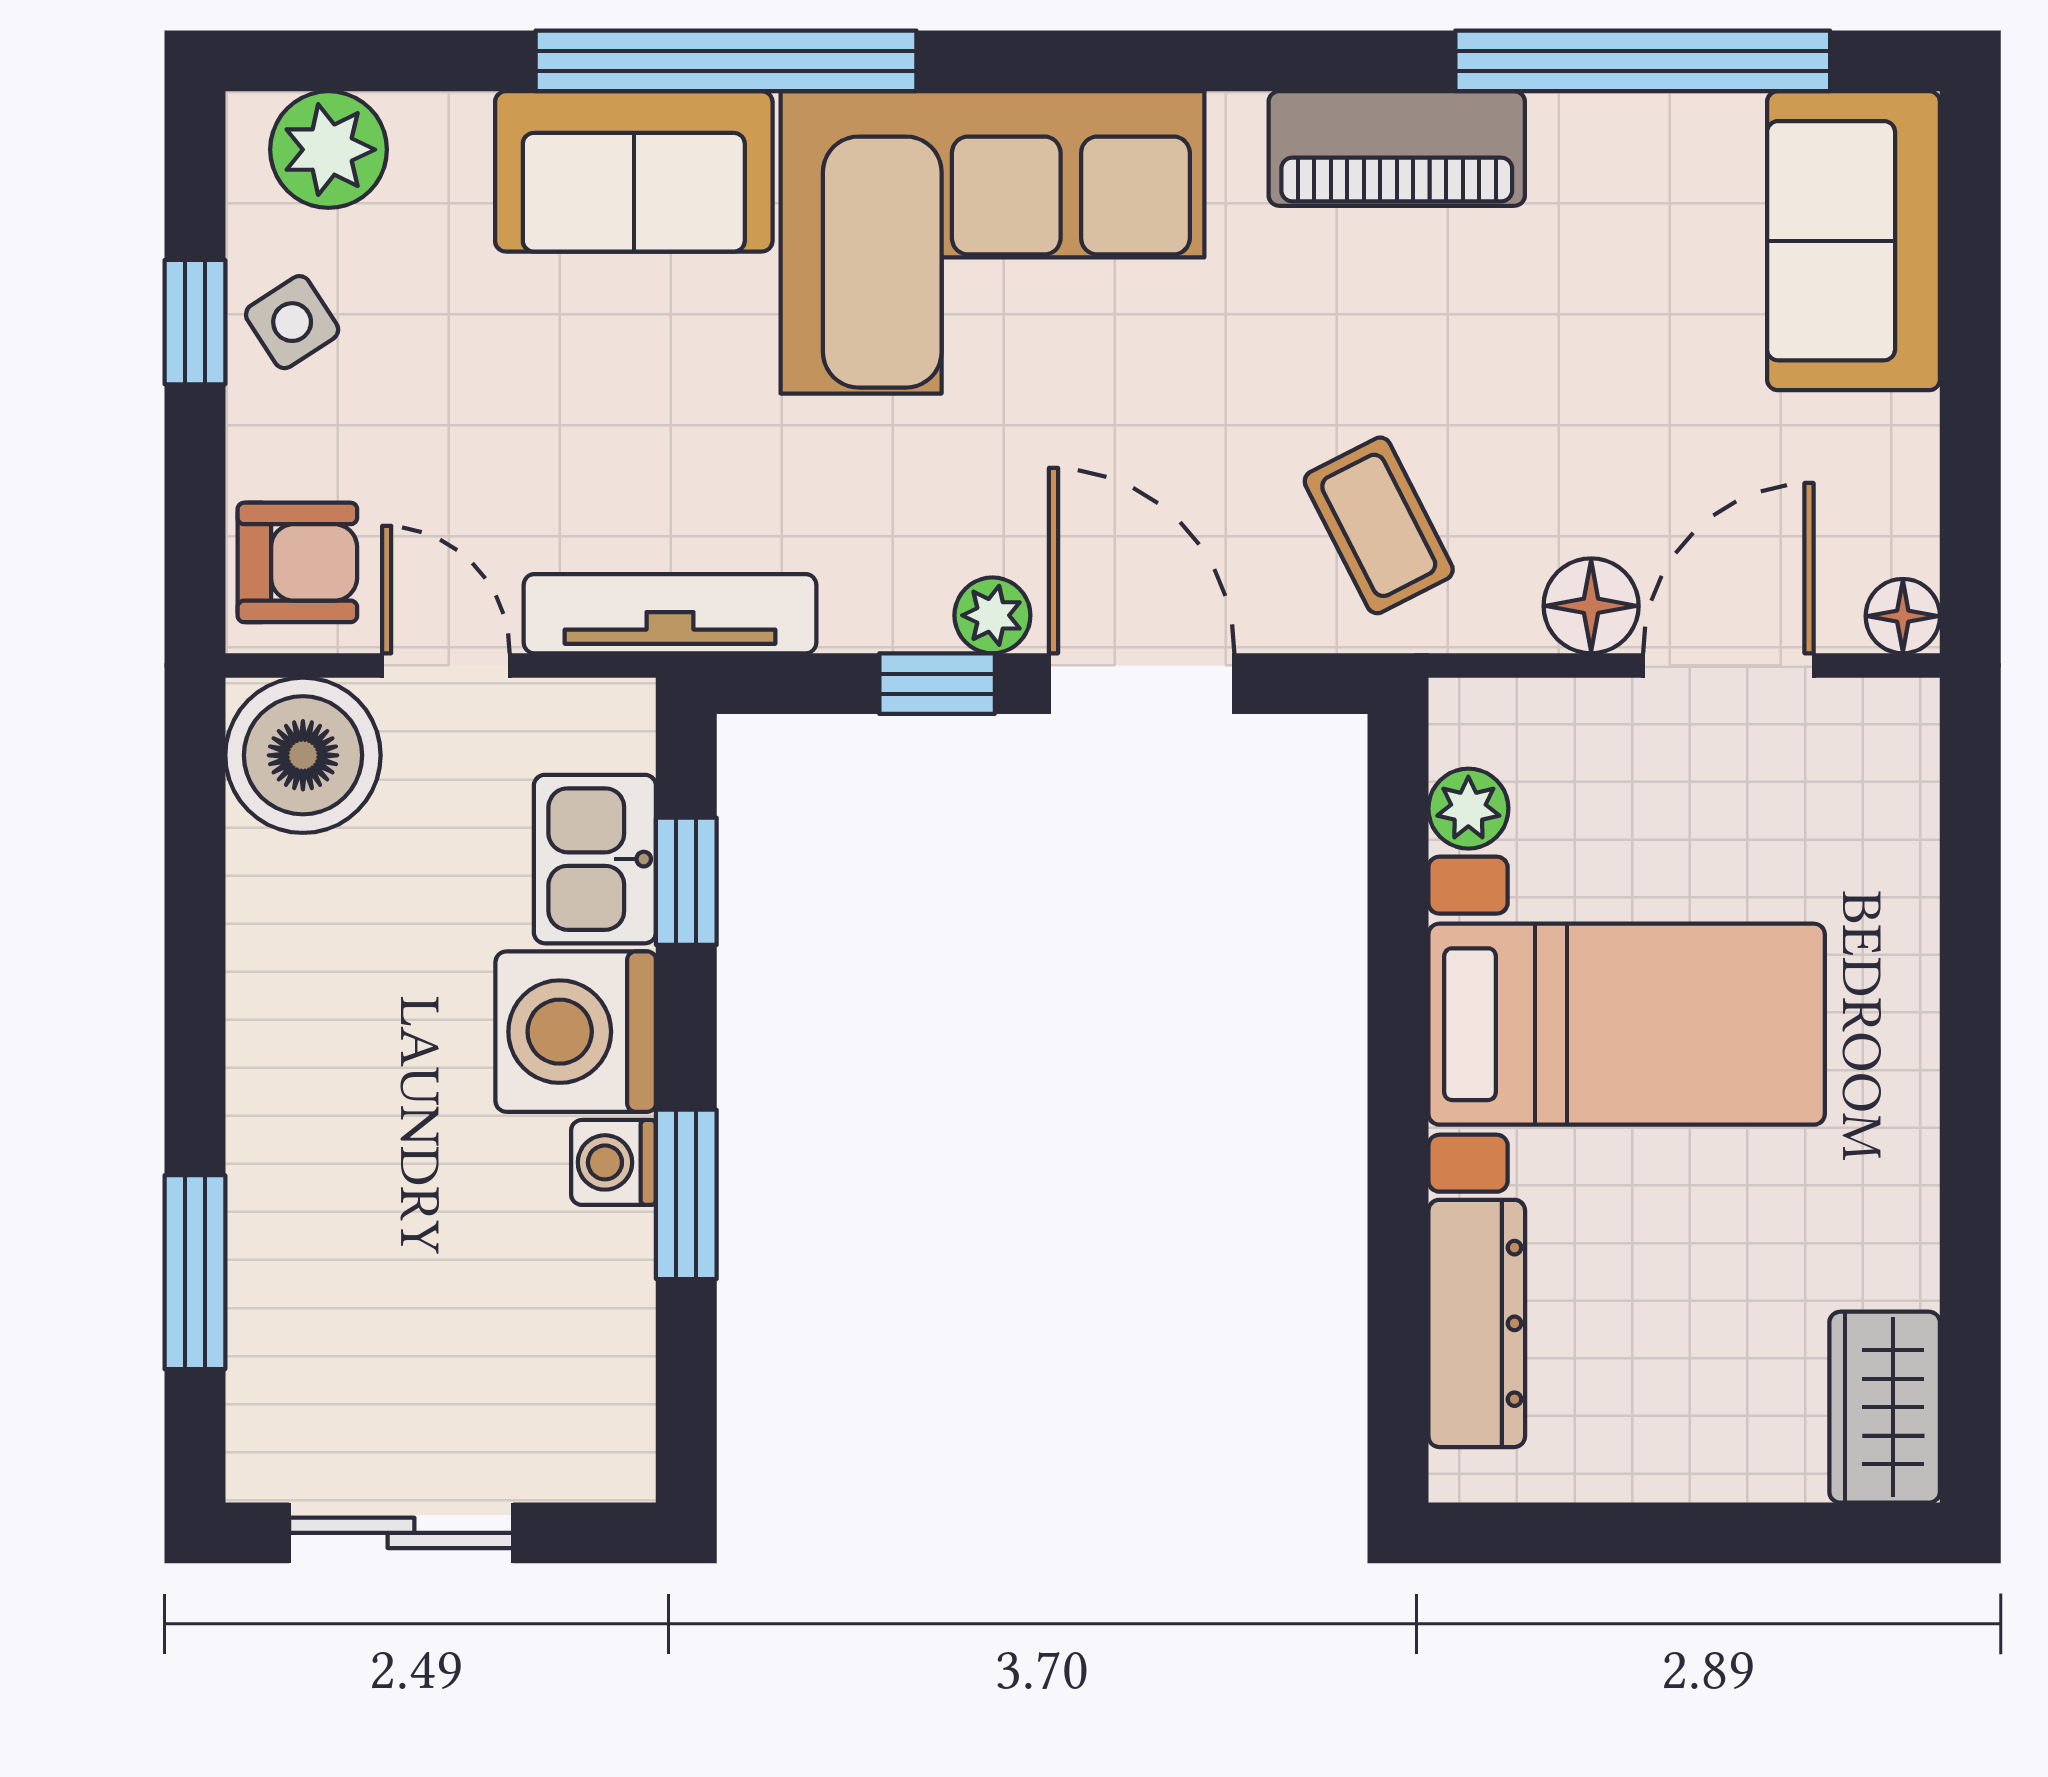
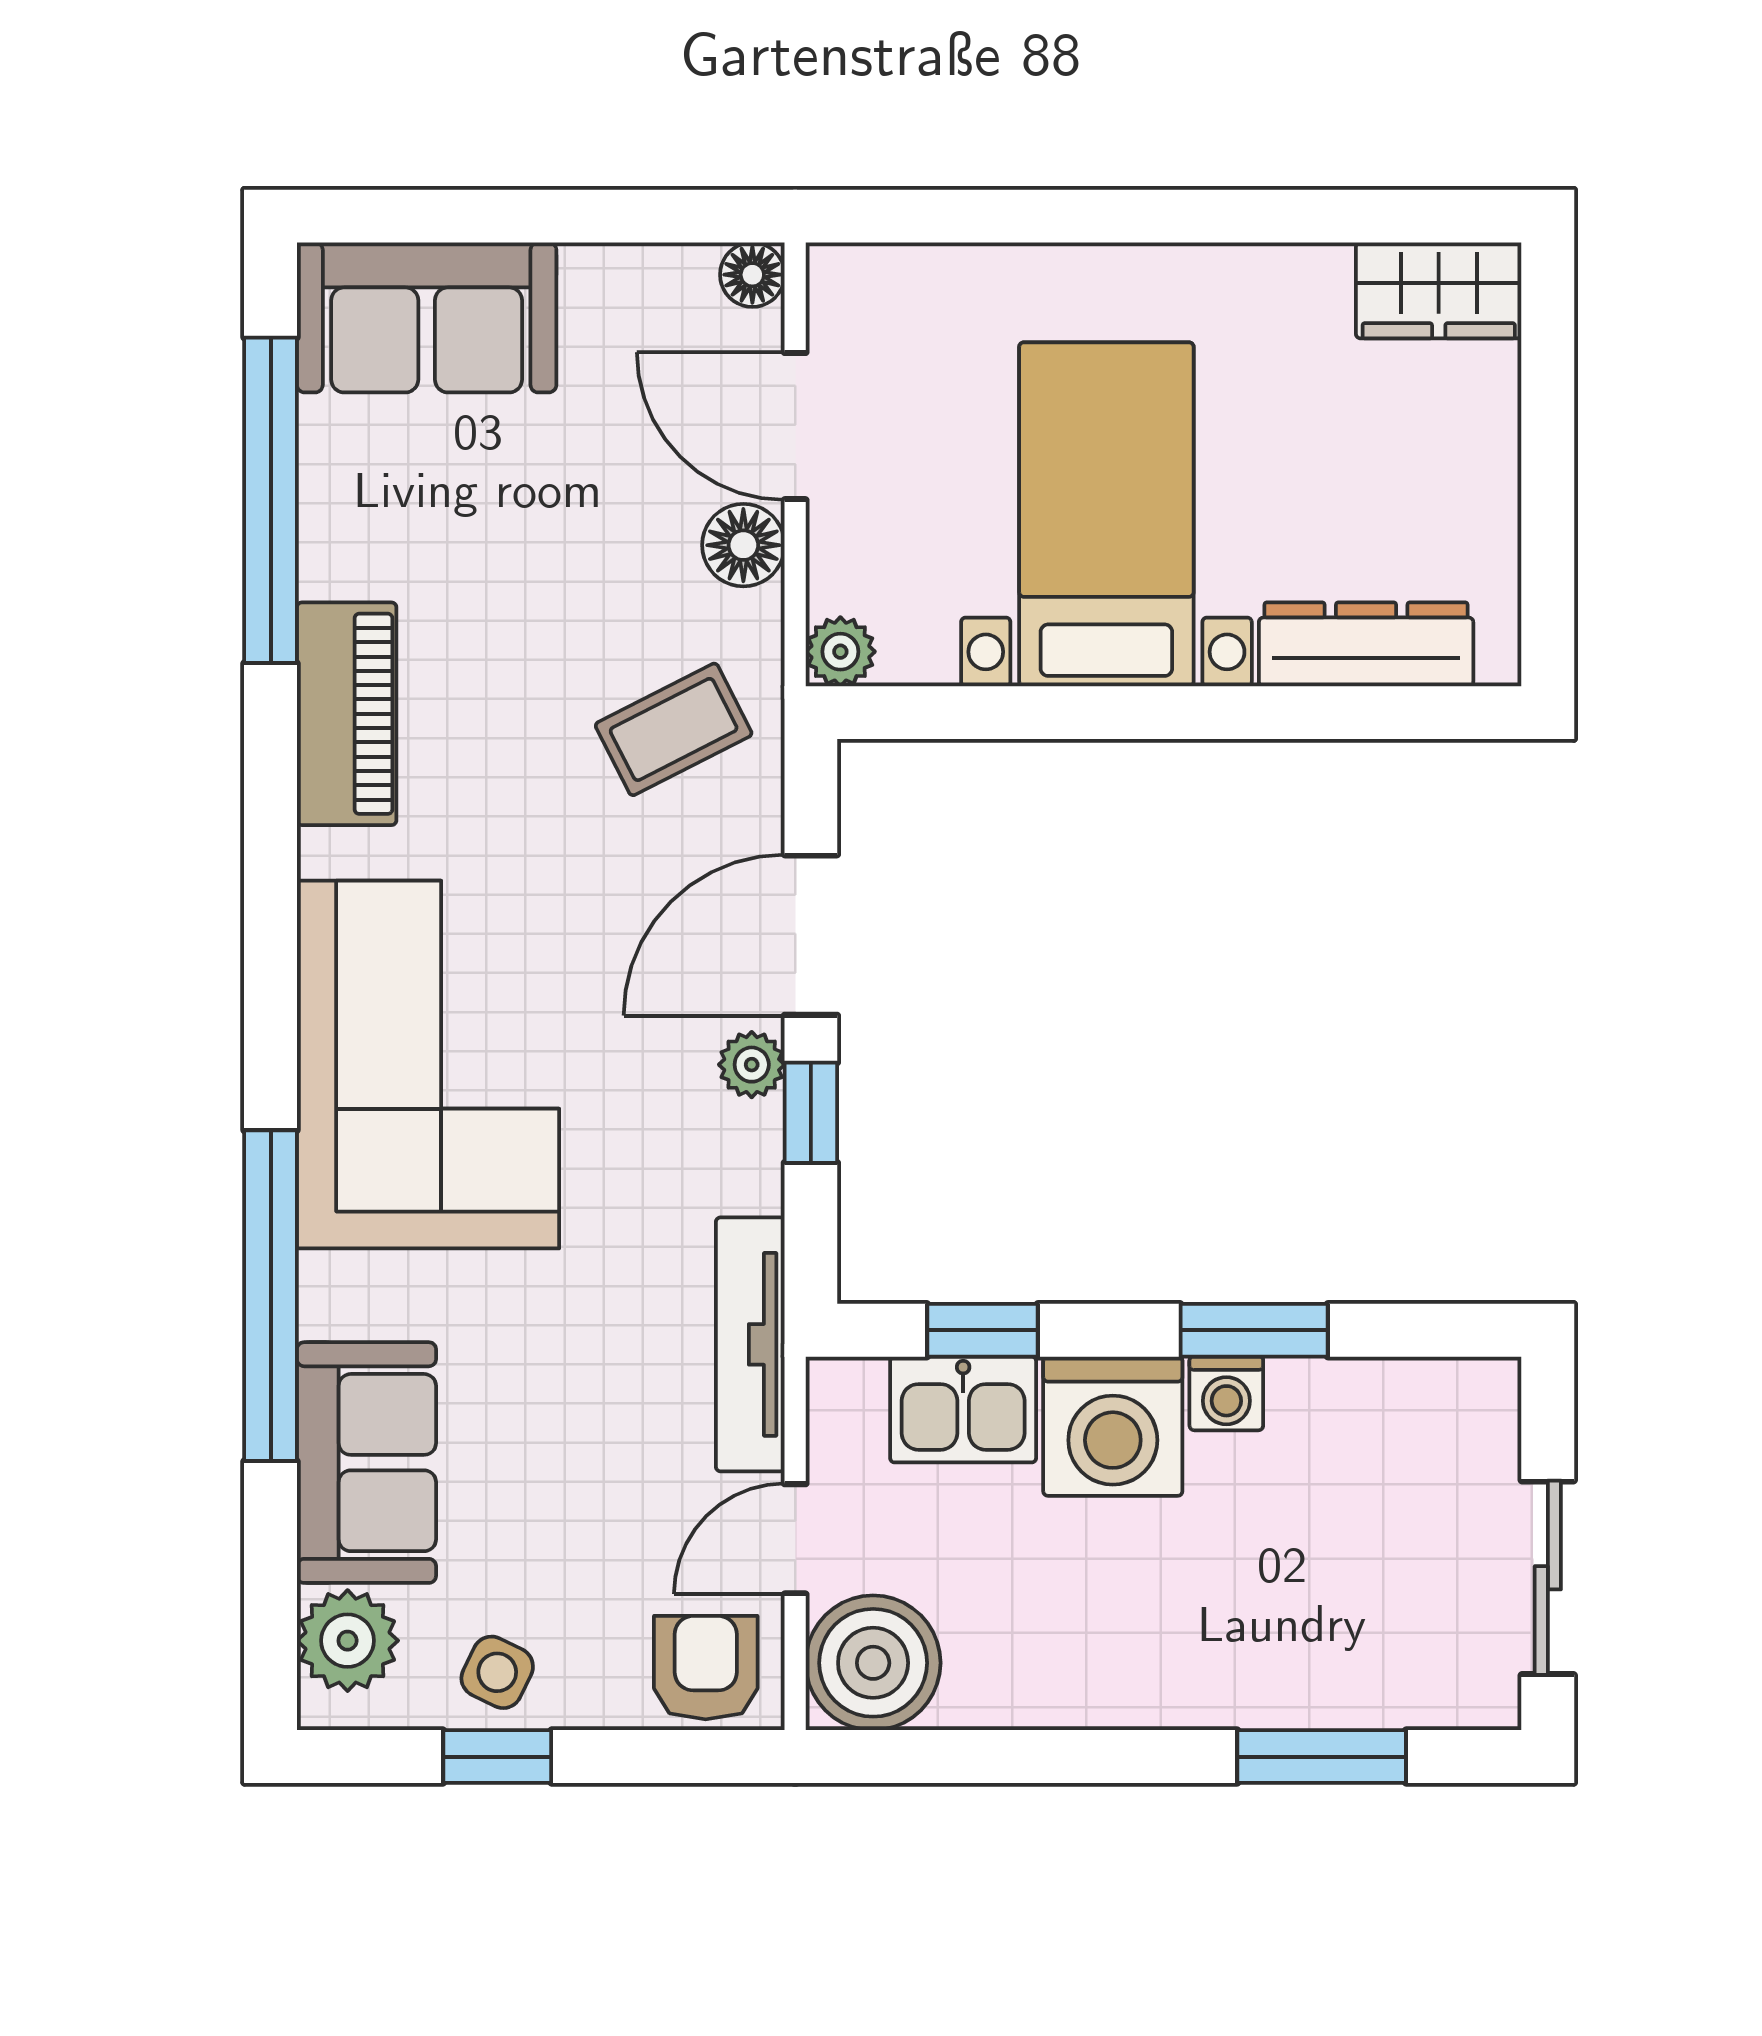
sofa: (634, 171) -> (366, 1463), moved
side table: (292, 322) -> (497, 1672), turned -31
plant: (1468, 809) -> (840, 652), moved

